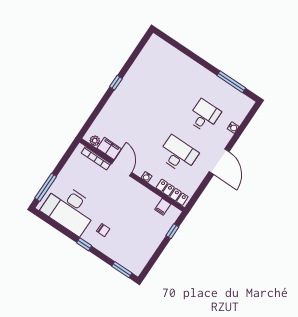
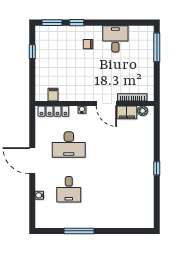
window: (231, 82) -> (79, 231), moved
desk: (69, 209) -> (115, 39), width x0.53, depth x0.77
window: (172, 231) -> (32, 52), moved
window: (84, 244) -> (77, 23), moved

